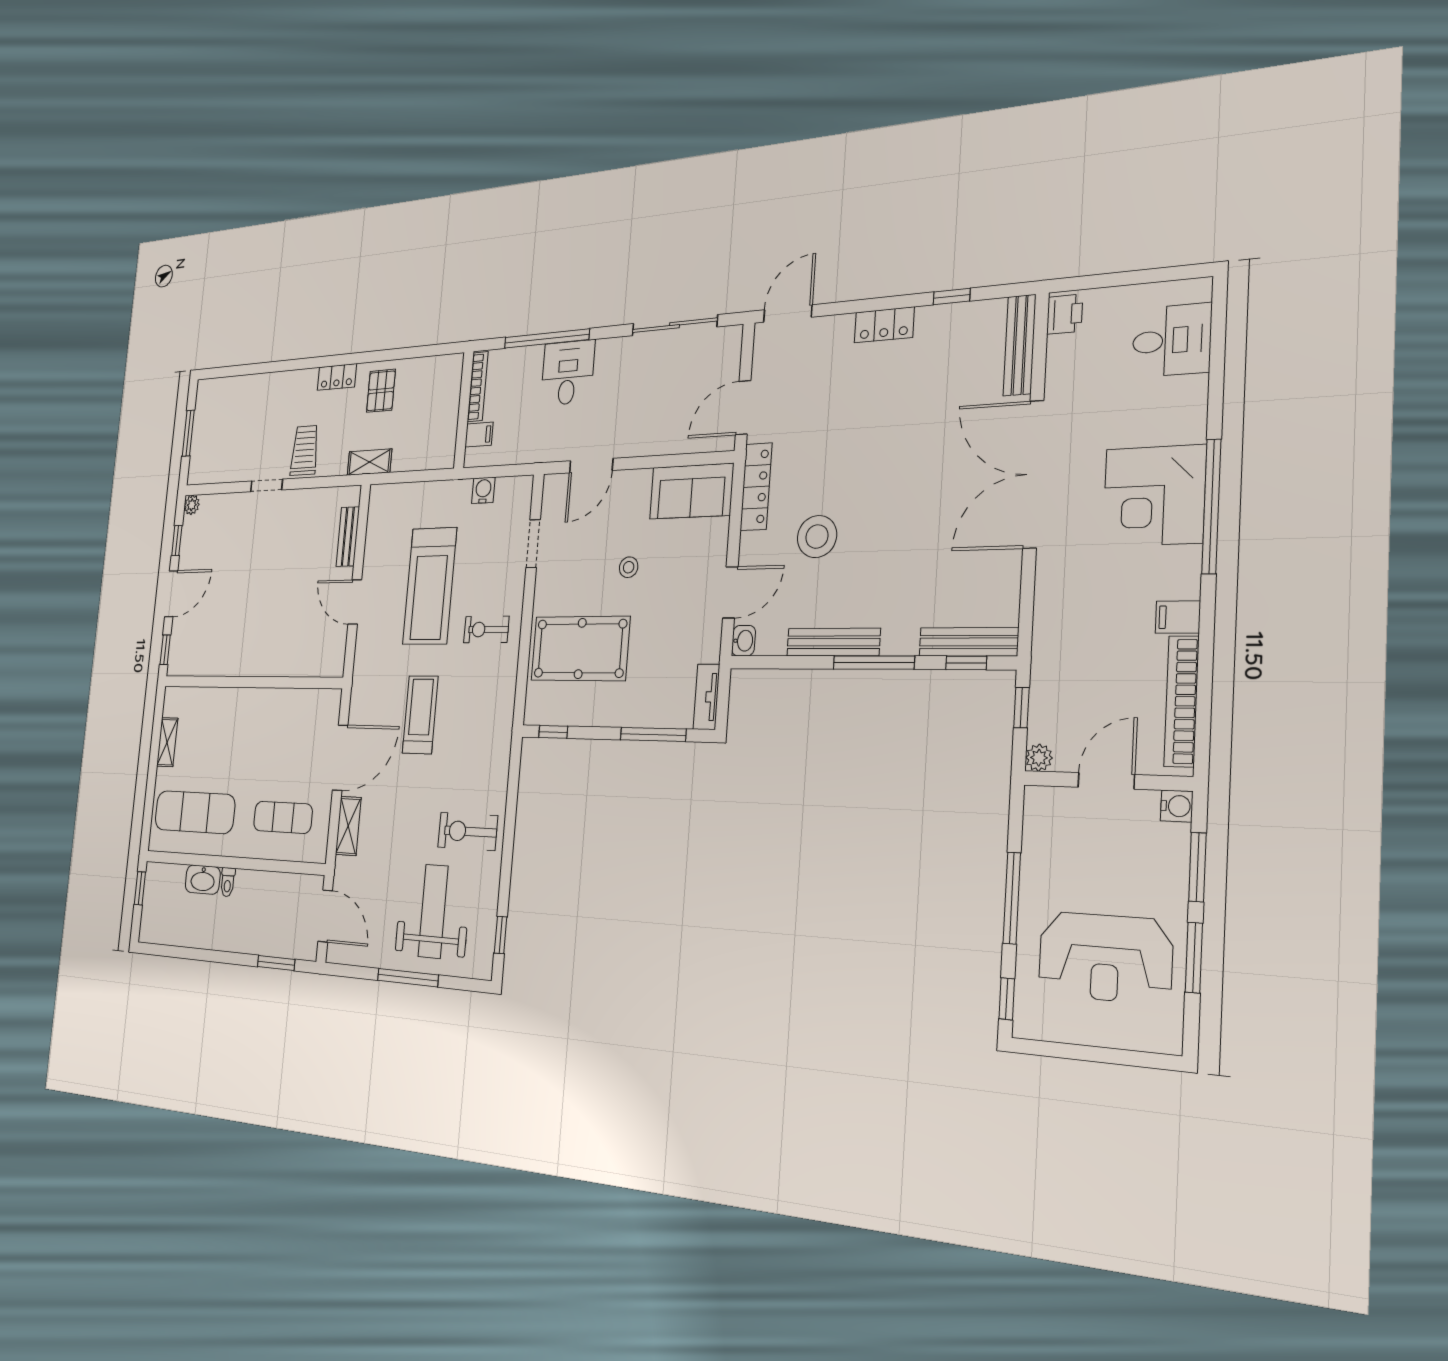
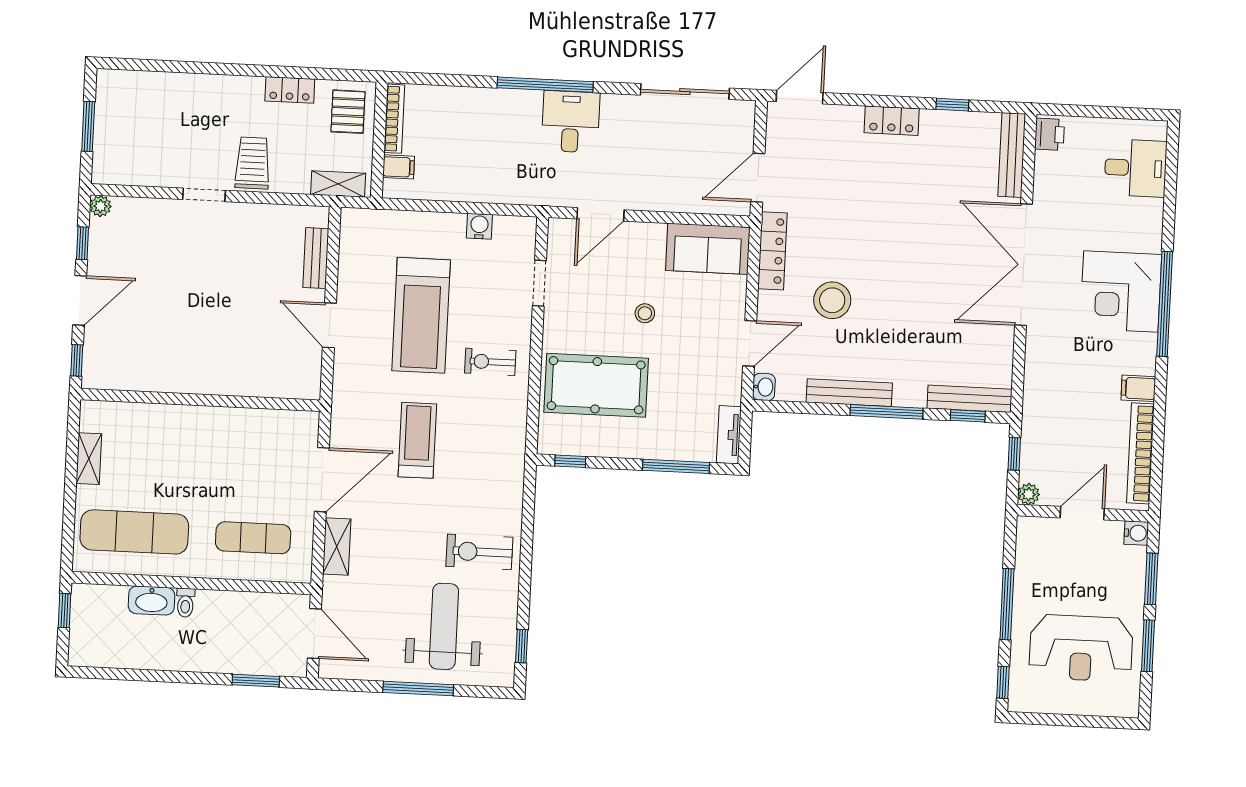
bookcase: (478, 387) -> (394, 119), moved
wall: (464, 410) -> (379, 140), moved
filing cabinet: (479, 435) -> (399, 167), moved

